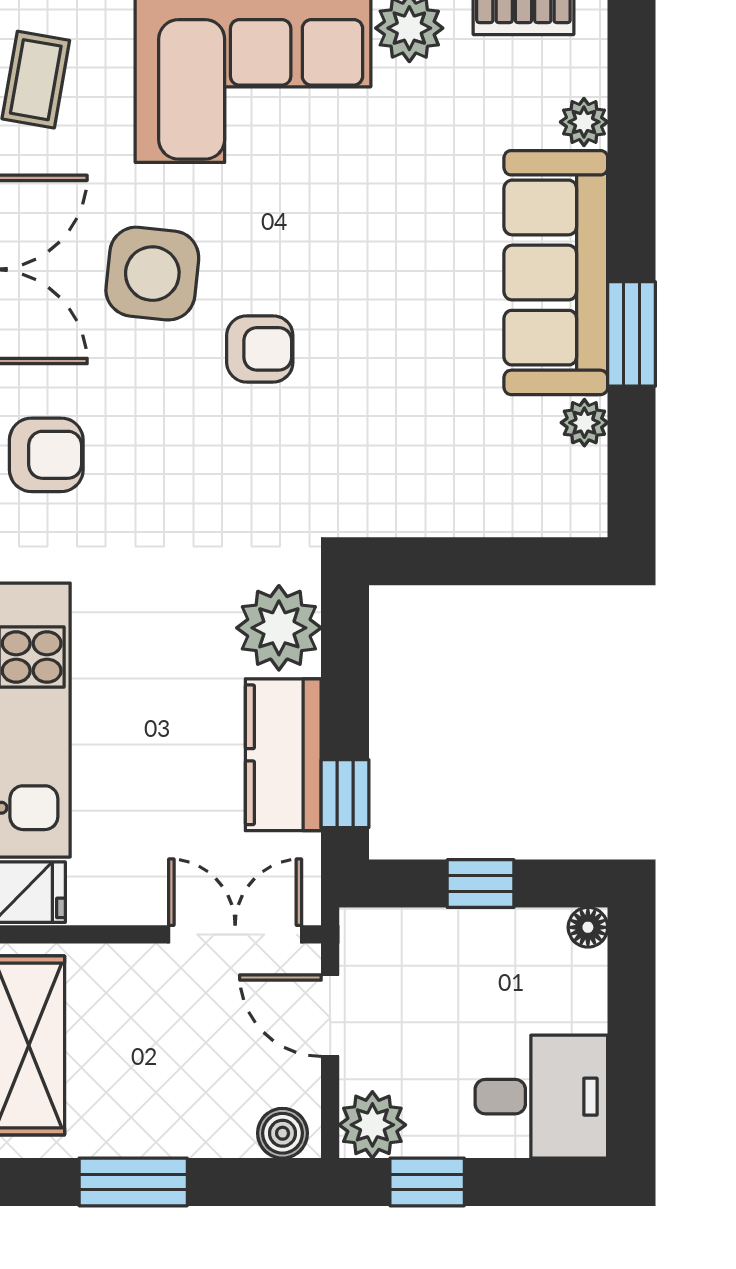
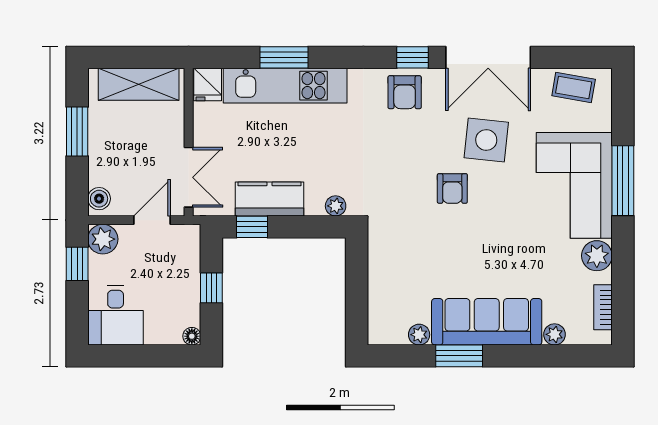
plant: (279, 628) -> (336, 206), width x0.53, depth x0.53

